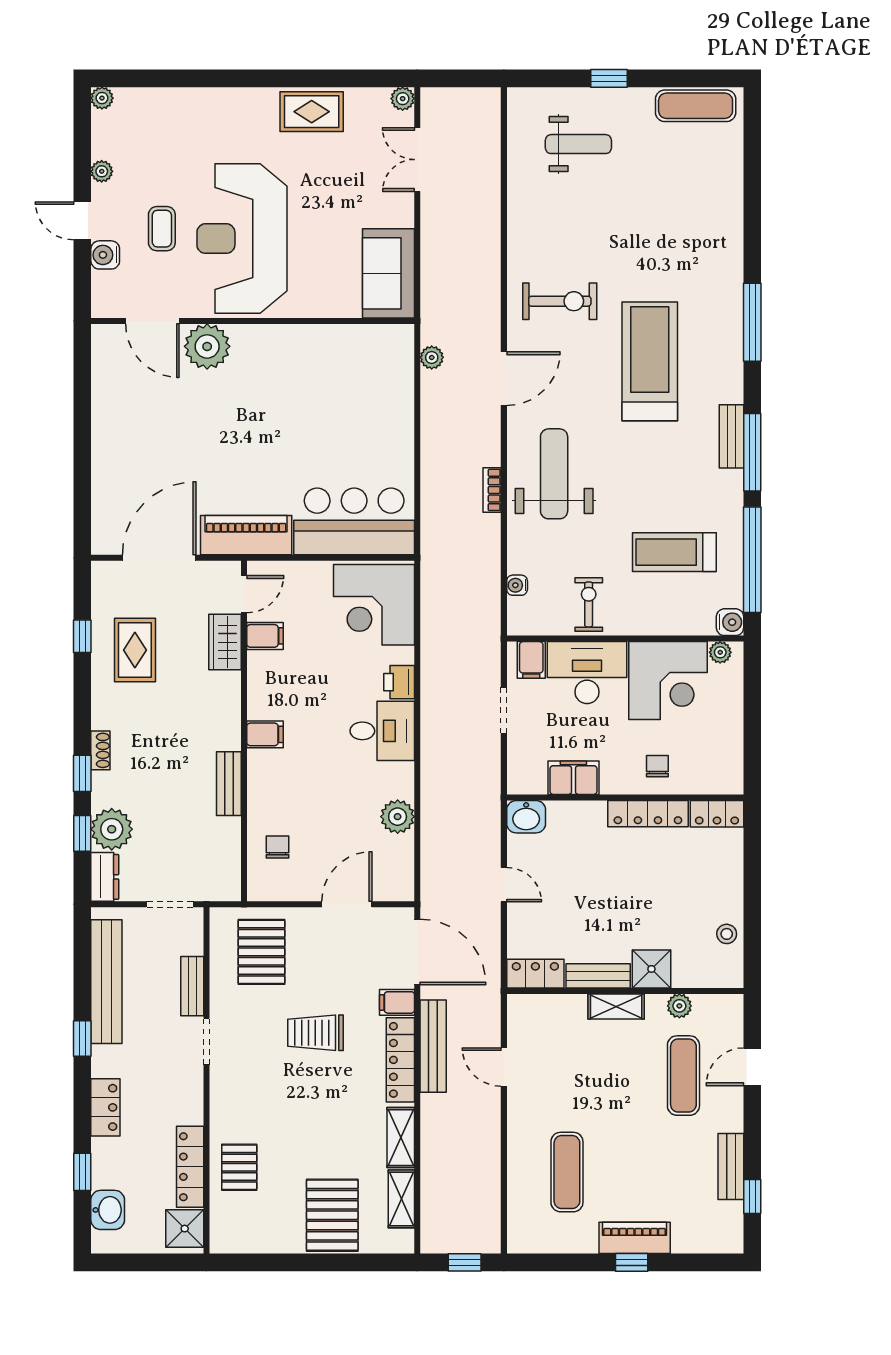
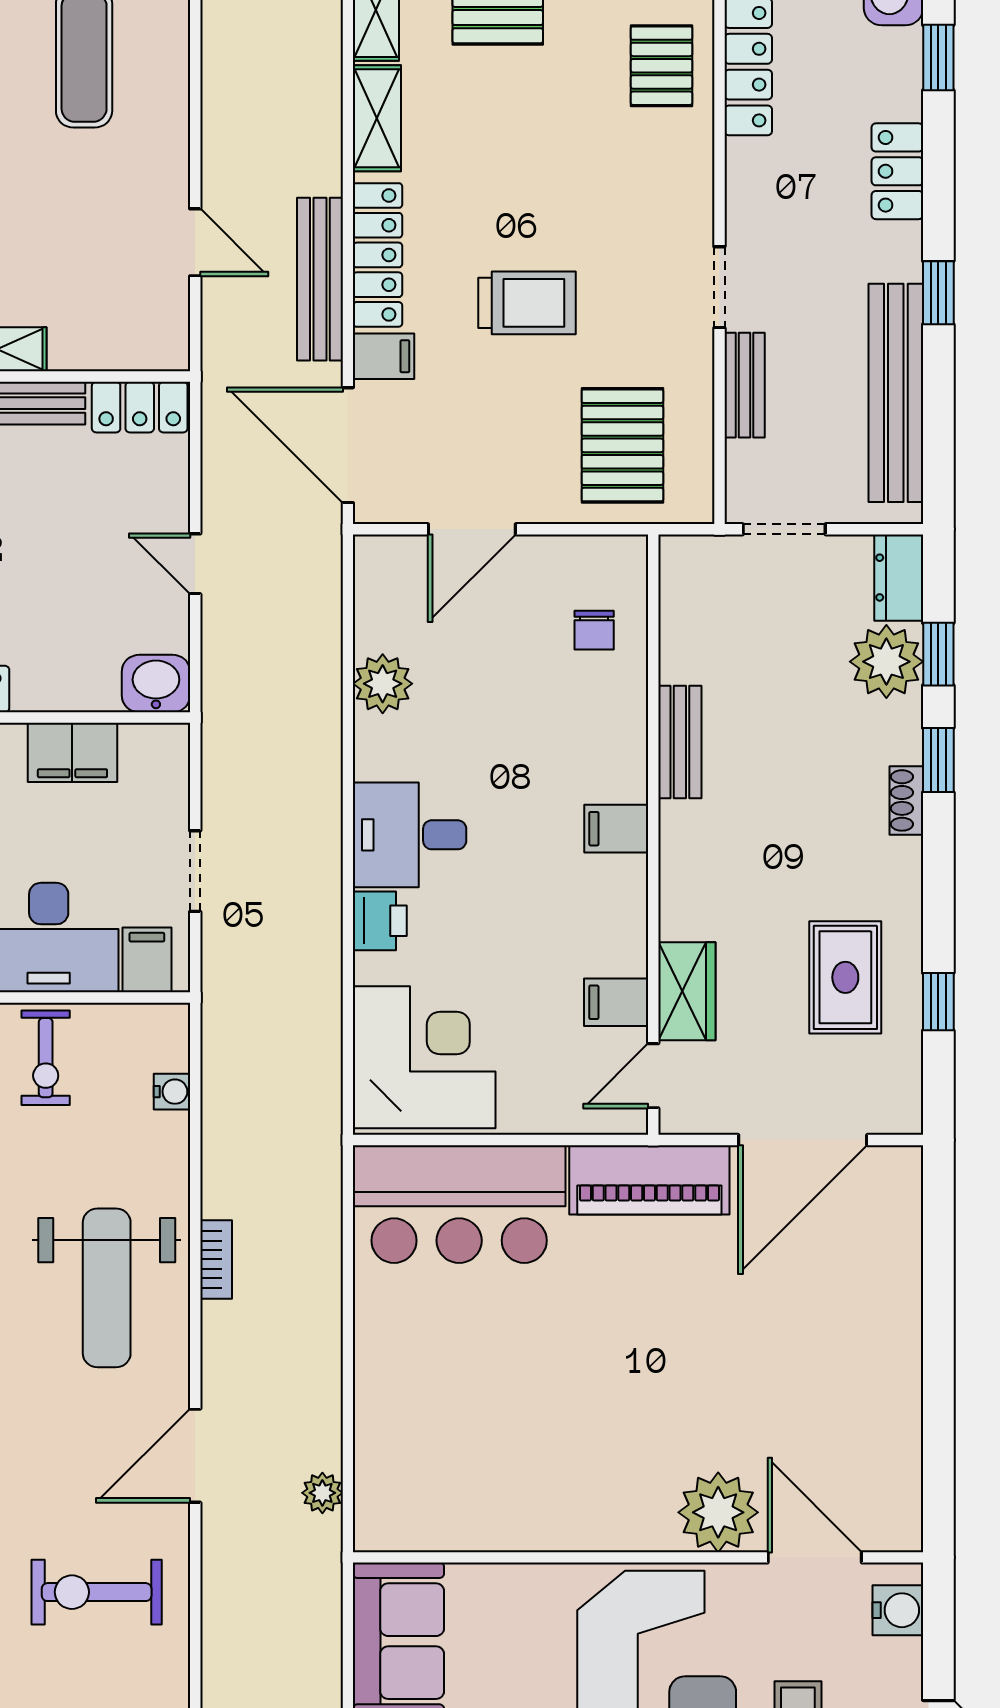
water cooler: (105, 255) -> (898, 1610), moved

